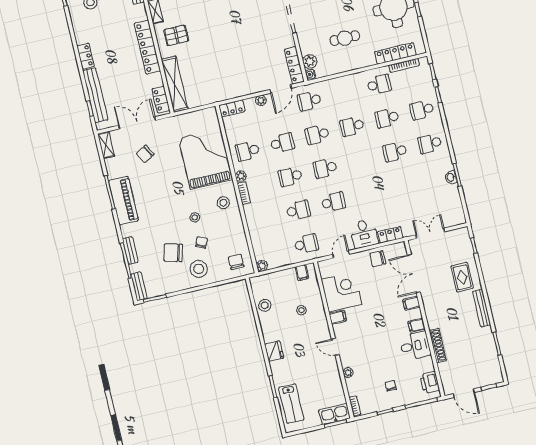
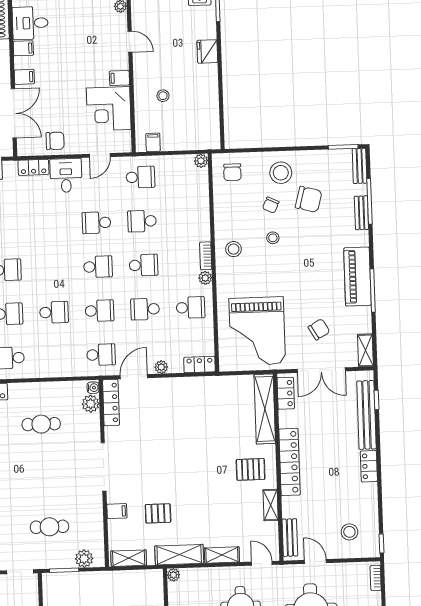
grand piano: (205, 159) -> (257, 331), moved
school desk: (306, 244) -> (140, 177), turned 180
stool: (265, 305) -> (207, 111), removed

